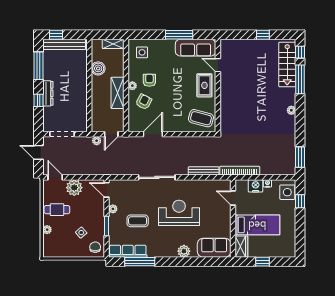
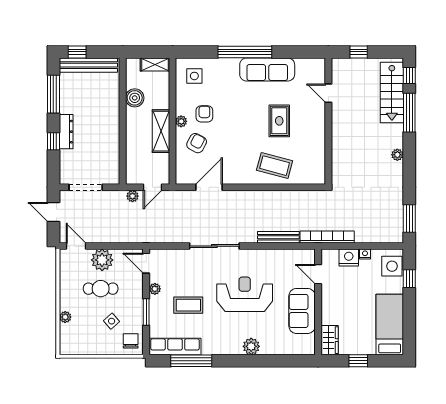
window: (179, 35) -> (245, 52), width x1.46
door: (218, 65) -> (328, 93), moved
wall: (218, 86) -> (328, 121), moved
cafe table: (57, 210) -> (101, 289), moved
bed: (257, 225) -> (390, 325), moved, turned -90
sofa: (214, 248) -> (302, 311), moved, turned -90

